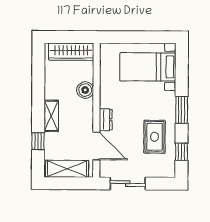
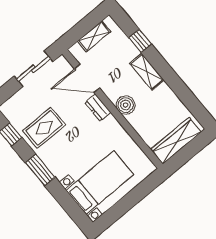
boiler: (85, 90) -> (126, 105), moved
rug: (155, 137) -> (44, 128), turned 90
shelving: (67, 169) -> (94, 36), width x0.67, depth x0.75

